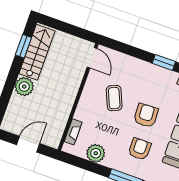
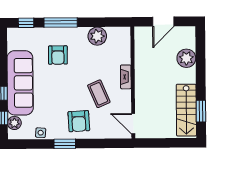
plant: (24, 87) -> (186, 58), moved
armchair: (146, 115) -> (79, 121), moved
fireplace: (73, 132) -> (126, 77), moved

